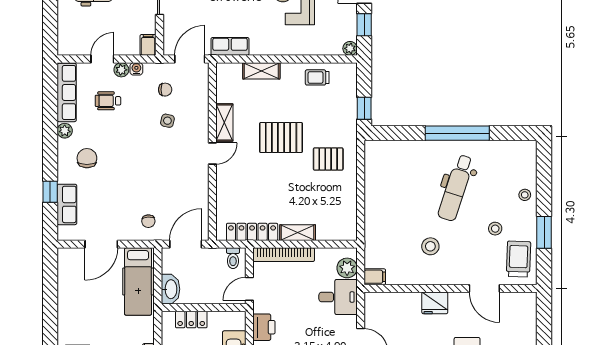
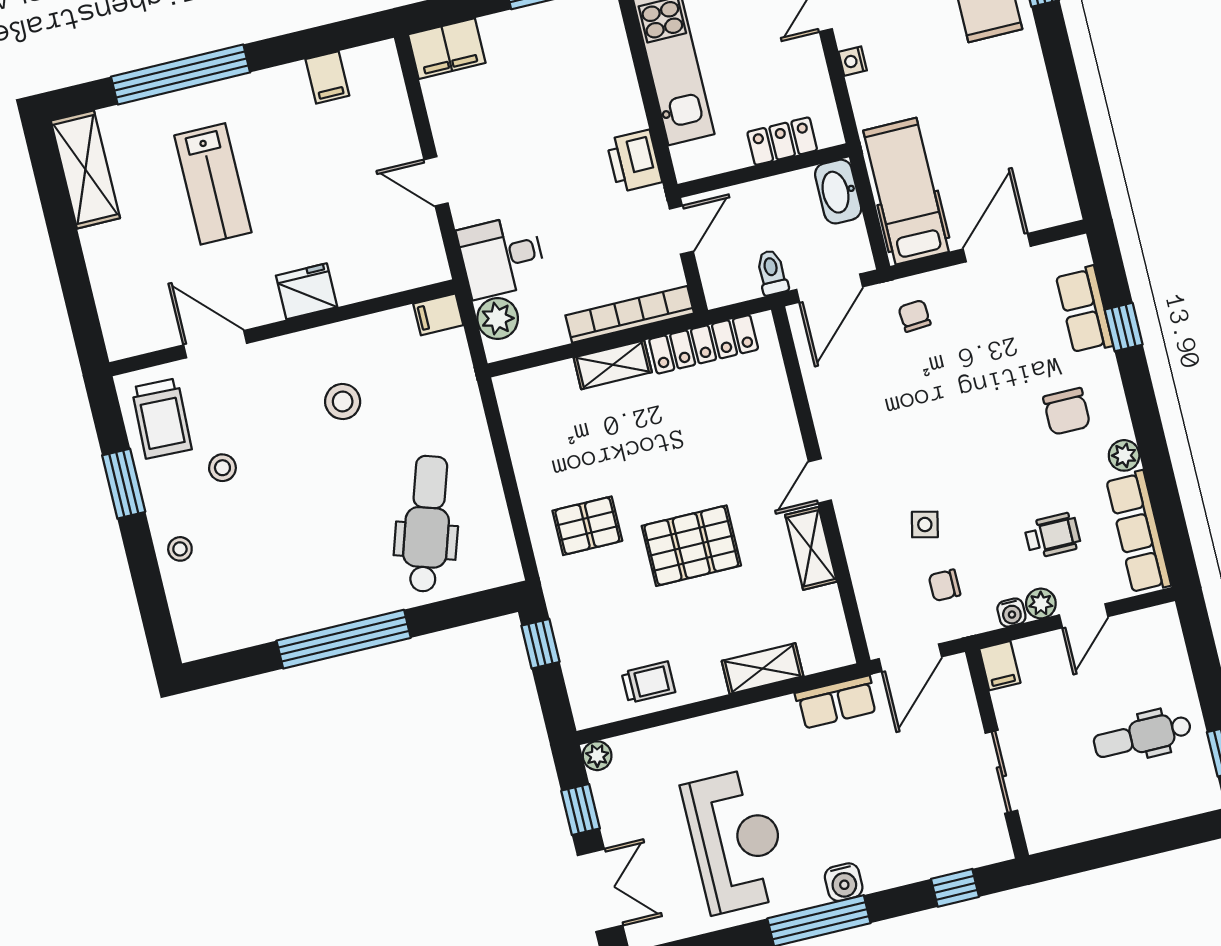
dental chair: (456, 188) -> (427, 524), moved
toilet: (233, 258) -> (772, 273), moved

